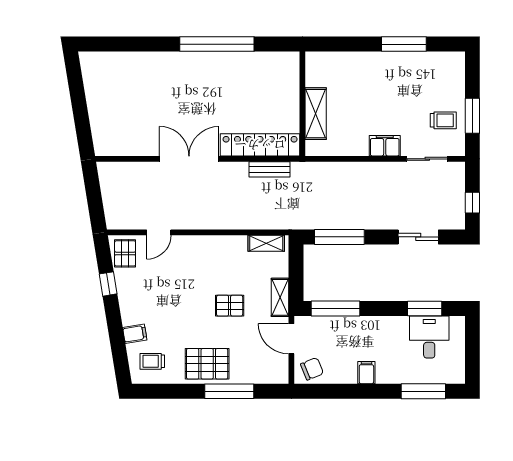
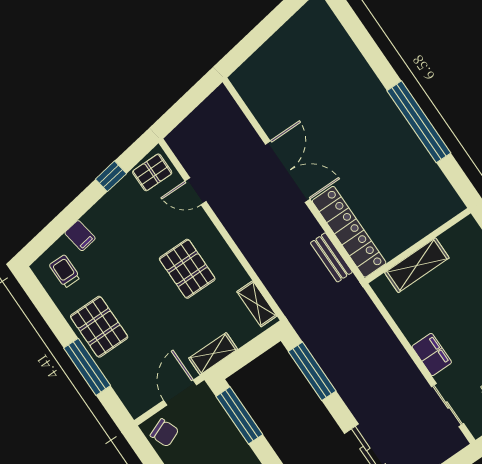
pallet: (230, 306) -> (187, 269), moved, width x1.50, depth x1.42

